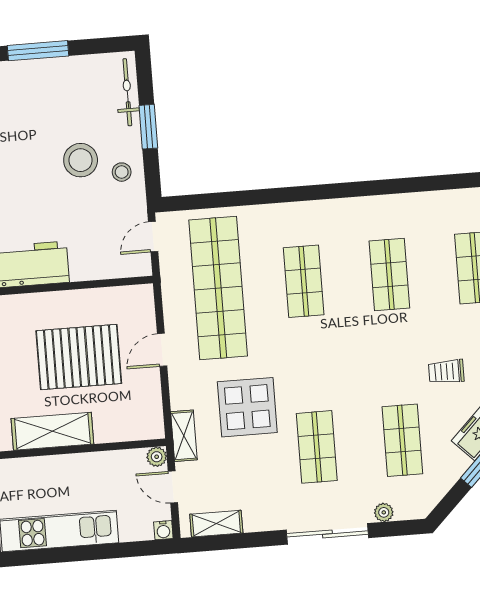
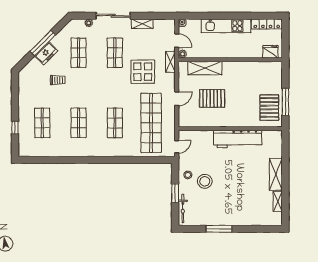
pallet: (79, 357) -> (212, 98), width x0.73, depth x0.71
shelving: (52, 431) -> (205, 68), moved
shelving: (216, 524) -> (142, 24), moved

